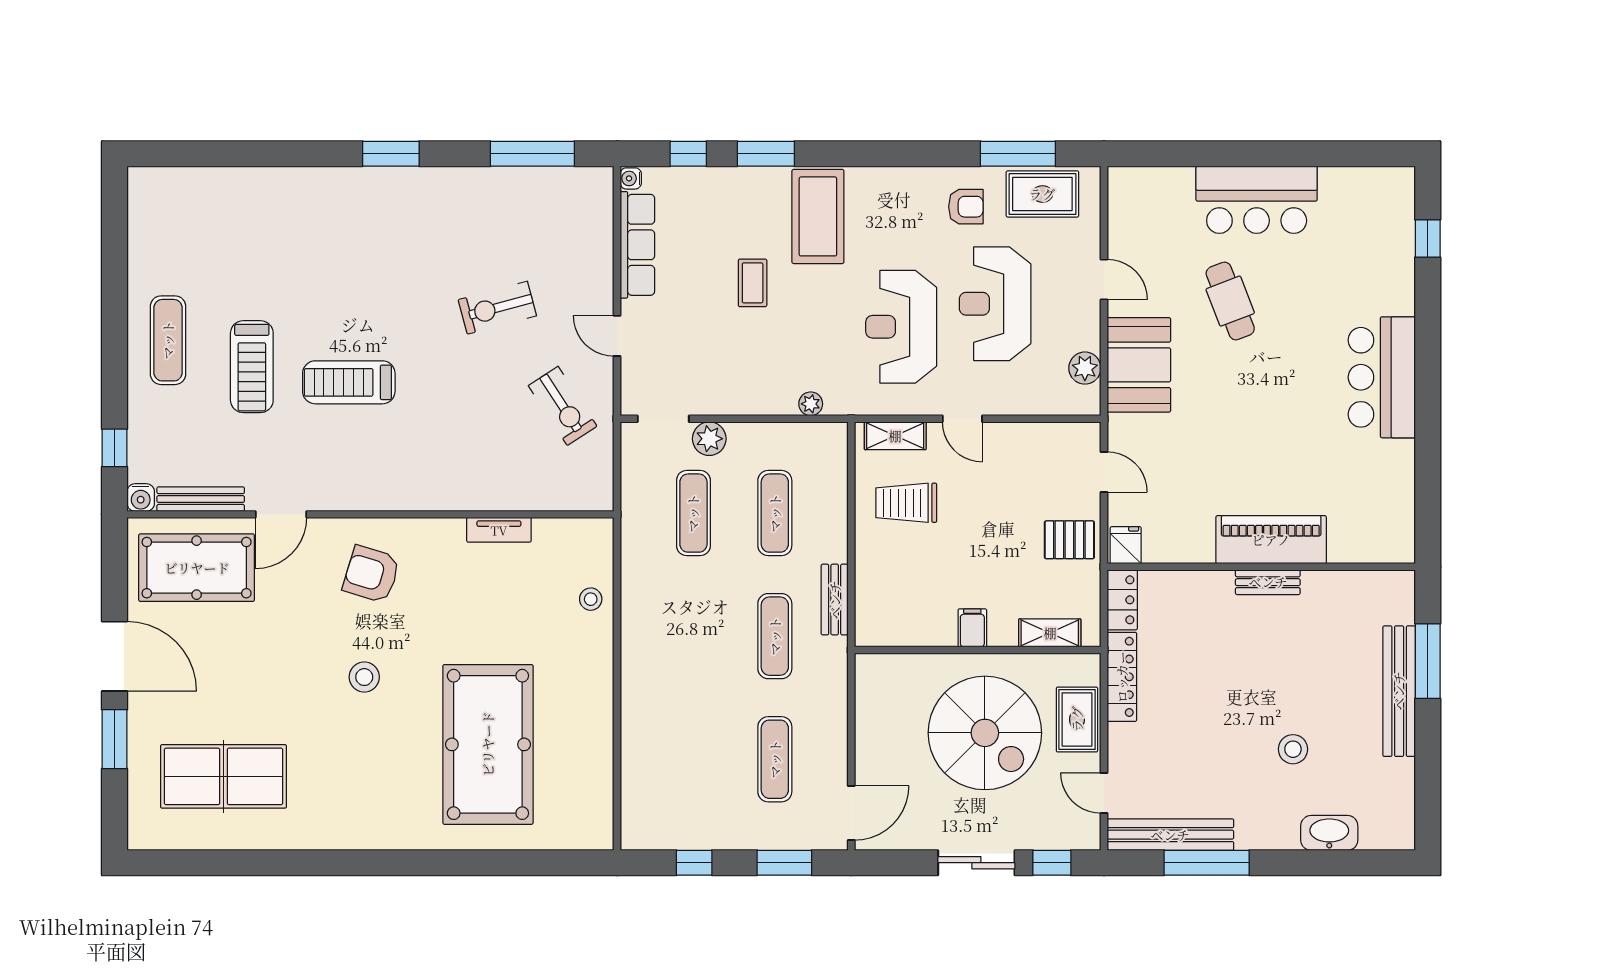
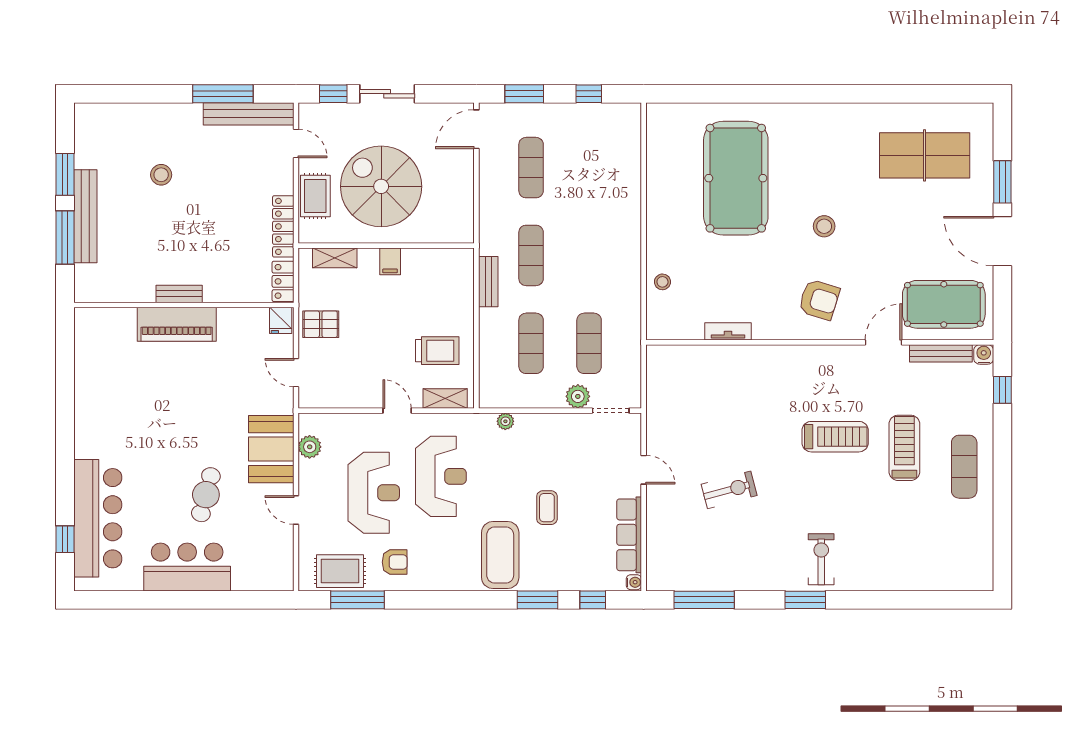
armchair: (966, 207) -> (395, 562), turned 180
cafe table: (1230, 301) -> (206, 495), turned 36
bar counter: (1382, 377) -> (98, 518), moved, width x1.36
exercise bike: (563, 406) -> (821, 559), moved, turned 33
window: (1428, 750) -> (65, 174), added
washbasin: (1329, 833) -> (135, 115), removed

